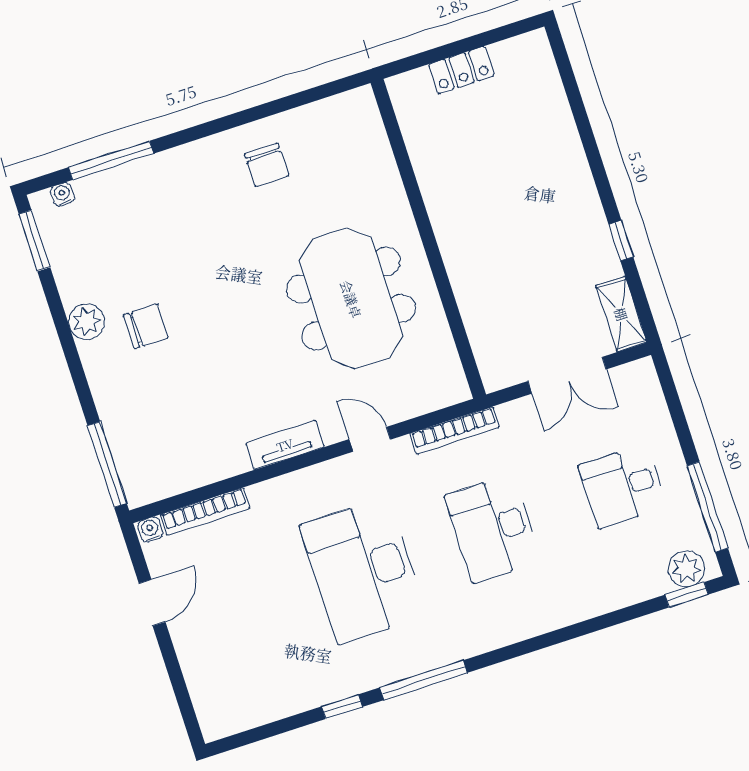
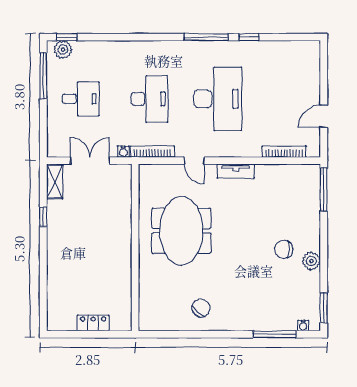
chair: (267, 165) -> (201, 308), turned 42
water cooler: (150, 530) -> (123, 152), moved

